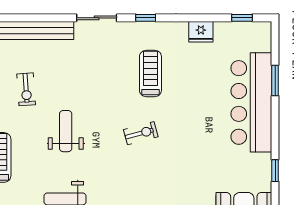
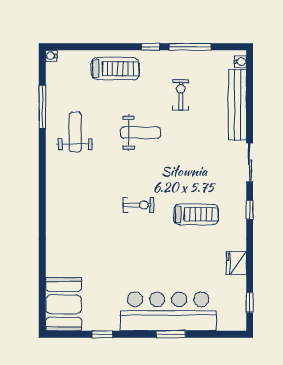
window: (275, 80) -> (171, 334), moved
exercise bike: (26, 89) -> (181, 95), turned 94
exercise bike: (141, 133) -> (139, 205), turned -75

